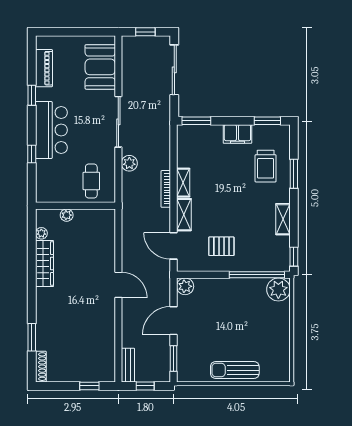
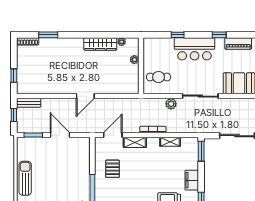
shelving: (183, 183) -> (170, 142), moved
plant: (185, 286) -> (84, 143), removed

